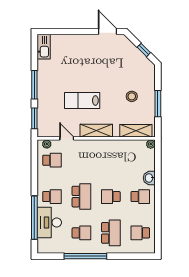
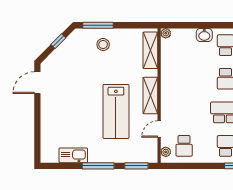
kitchen sink: (44, 47) -> (73, 155), moved
stool: (132, 96) -> (103, 44), moved
lab bench: (82, 100) -> (116, 111), width x1.36, depth x1.39
window: (158, 104) -> (98, 25), moved
school desk: (52, 160) -> (184, 146), turned 180

